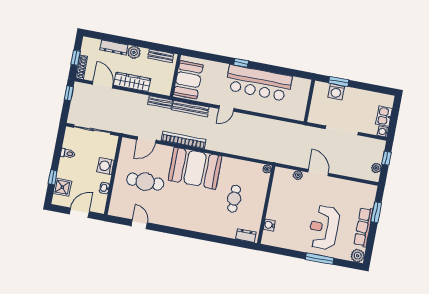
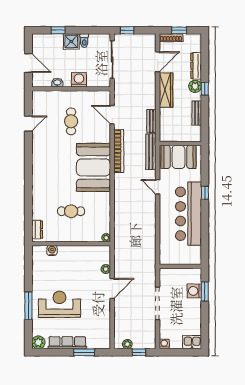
window: (138, 43) -> (205, 89), added
wall: (175, 75) -> (180, 143), moved
booth: (188, 80) -> (178, 157), moved
window: (69, 93) -> (127, 30), moved
kitchen sink: (384, 116) -> (192, 342), moved
cafe table: (145, 182) -> (71, 121), width x0.73, depth x0.74
shower: (62, 187) -> (71, 41), moved

